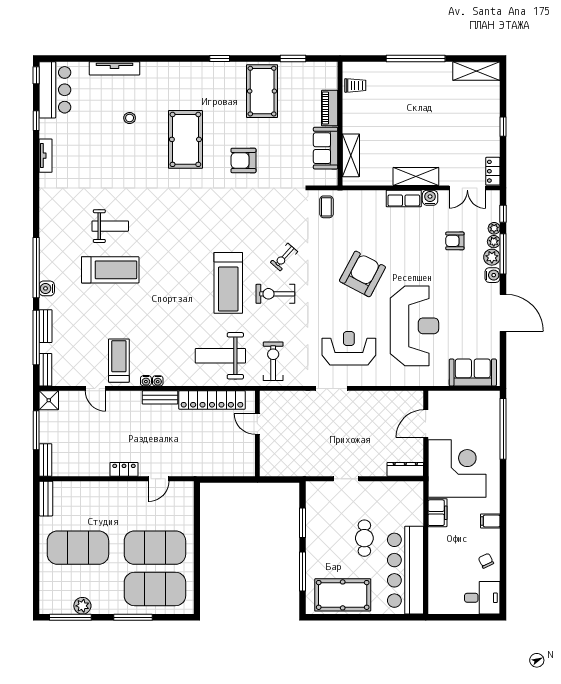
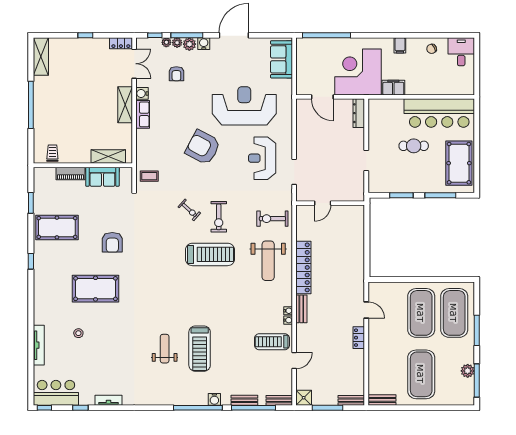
treadmill: (110, 270) -> (200, 349), turned 180
door: (257, 424) -> (323, 203), moved
wall: (257, 434) -> (330, 203), moved

